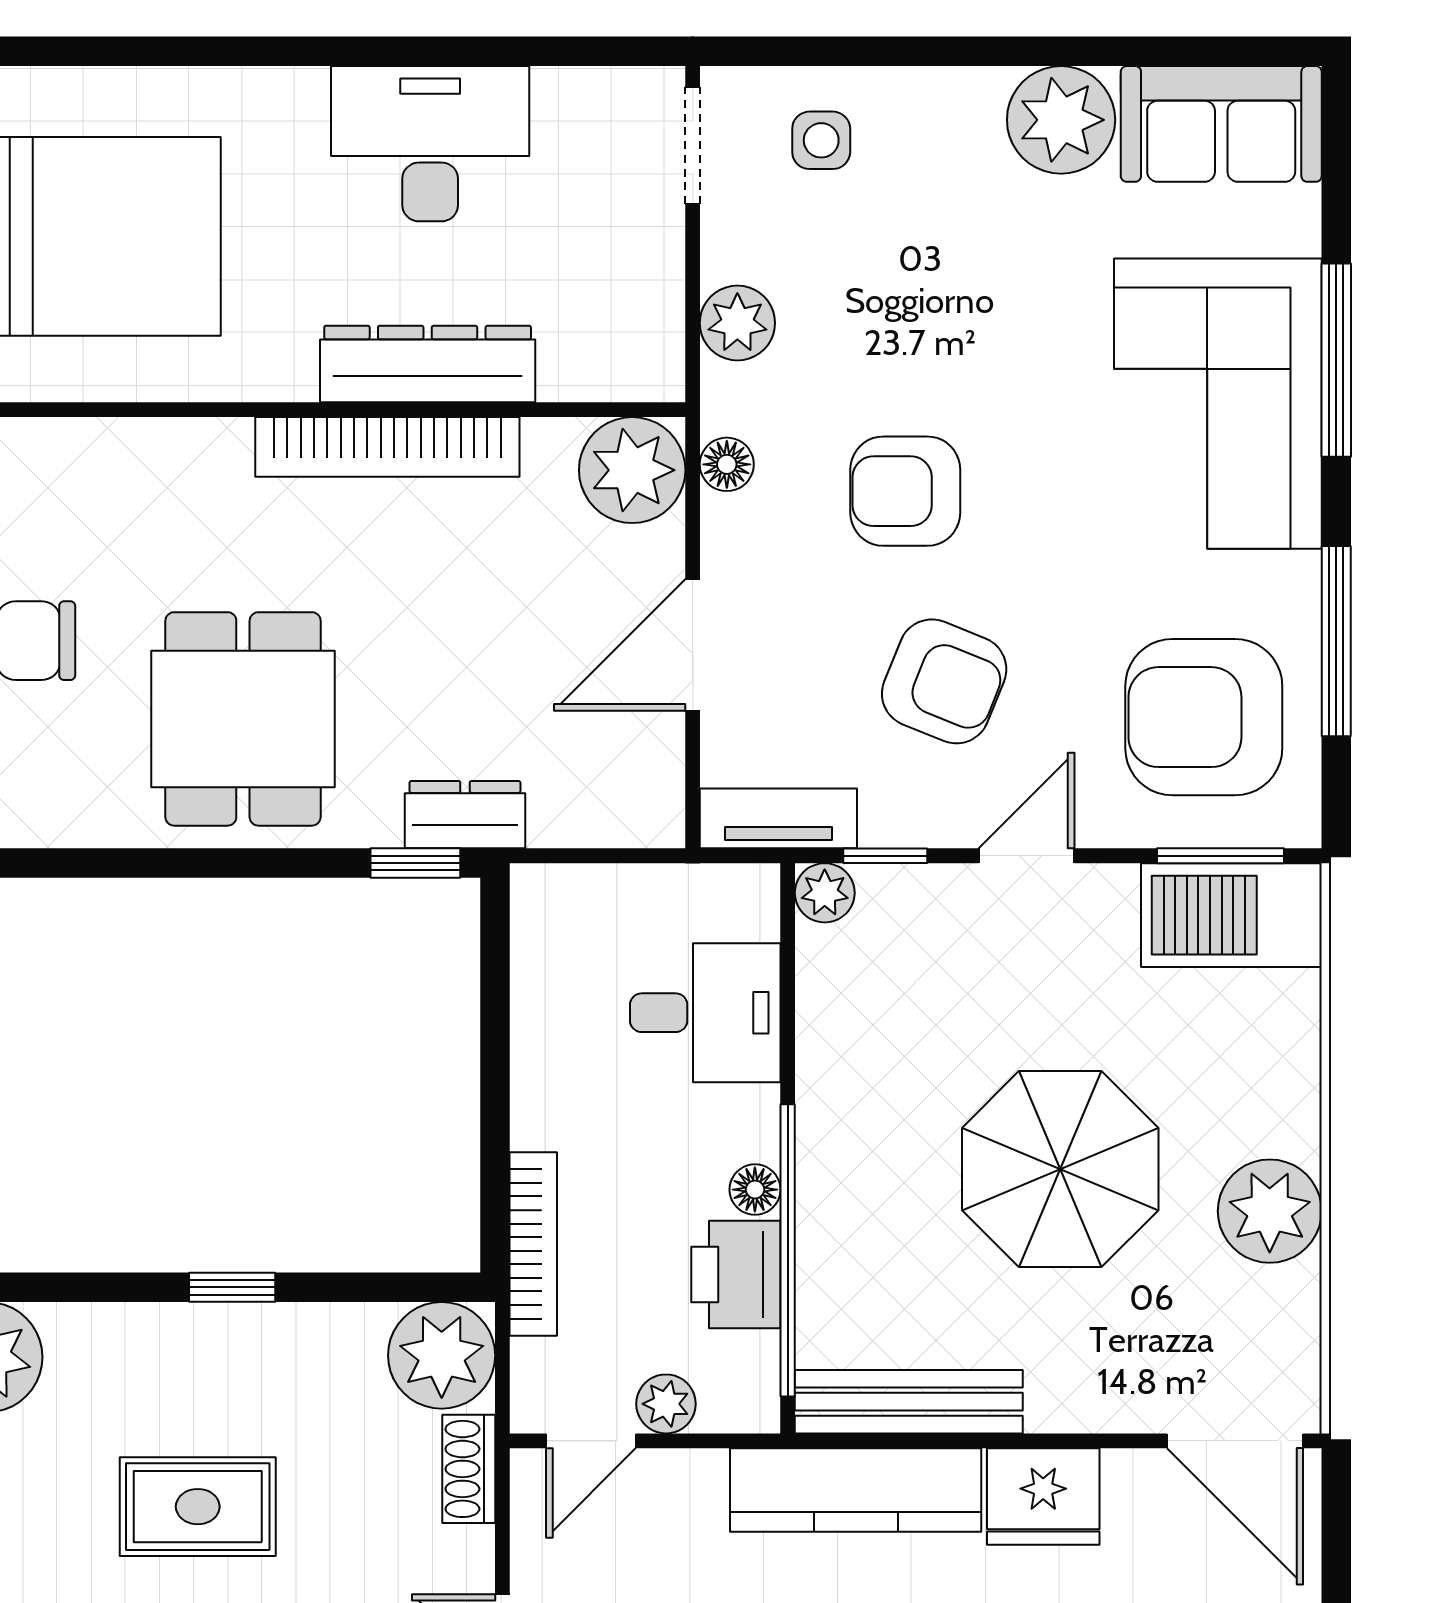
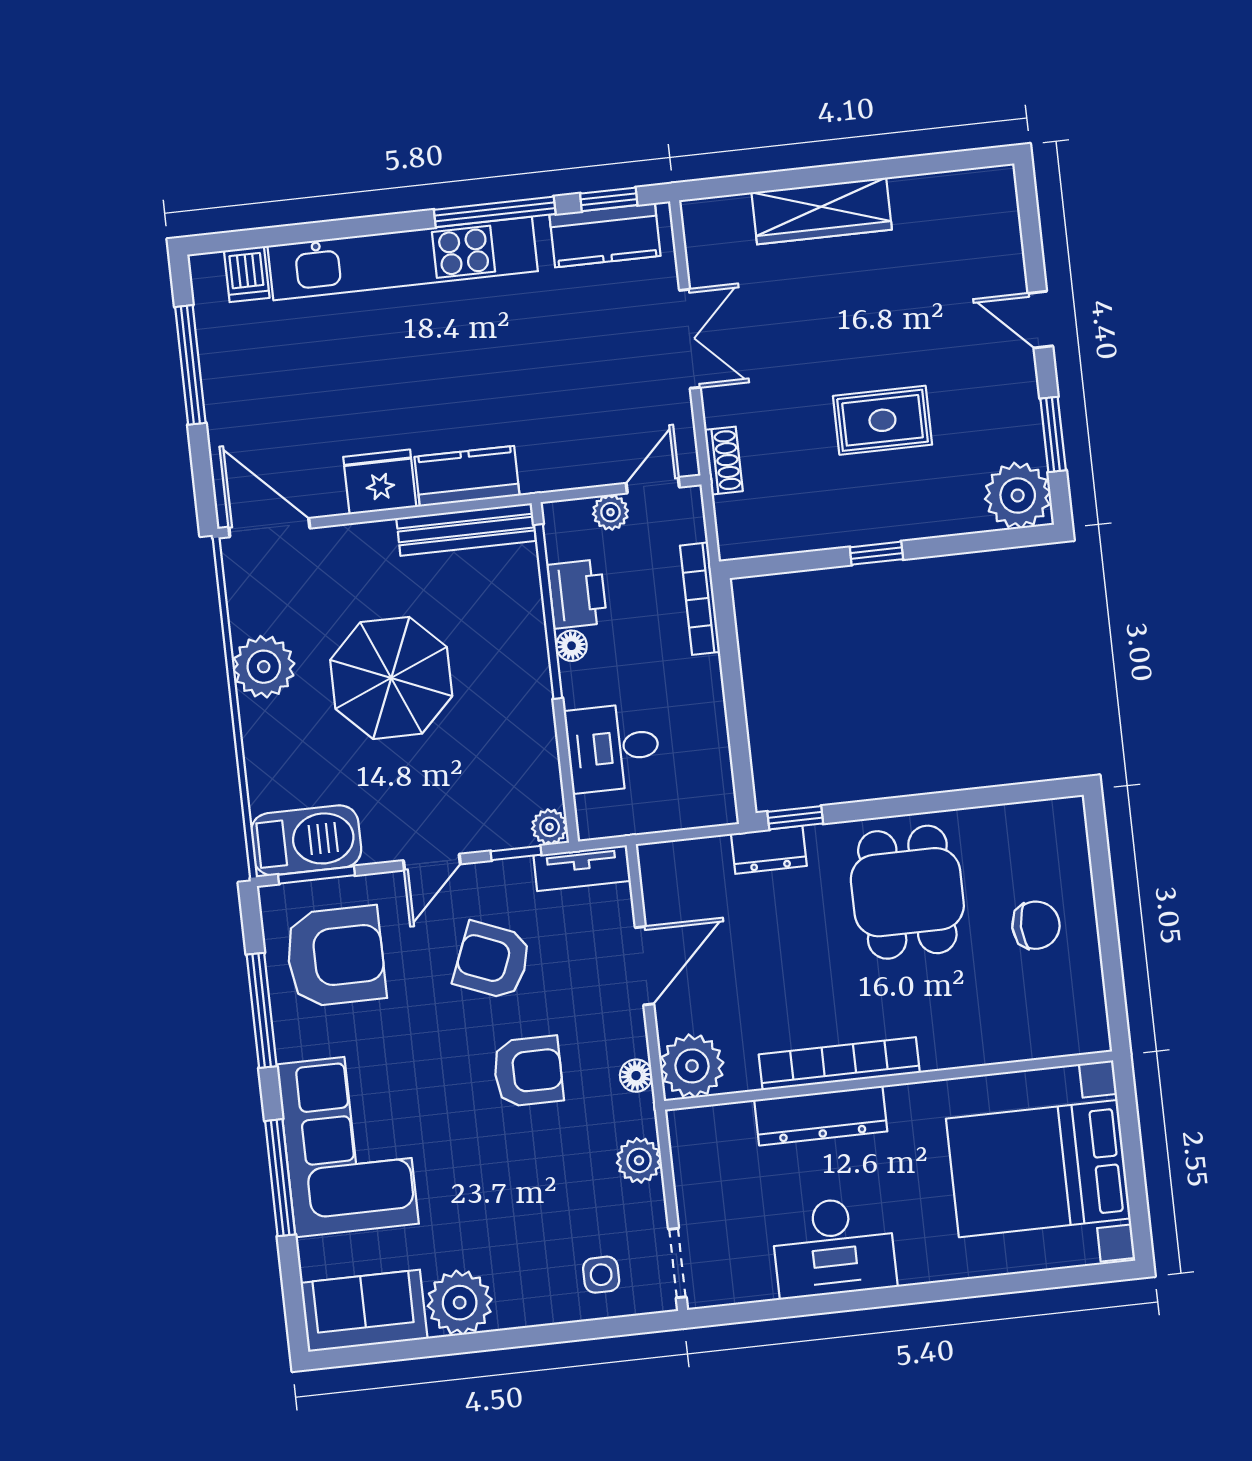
plant: (442, 1355) -> (747, 526), removed
kitchen counter: (856, 1490) -> (467, 476), width x0.67

